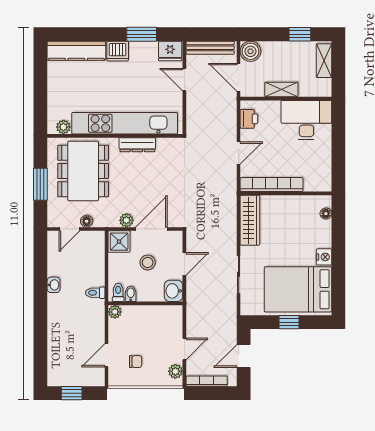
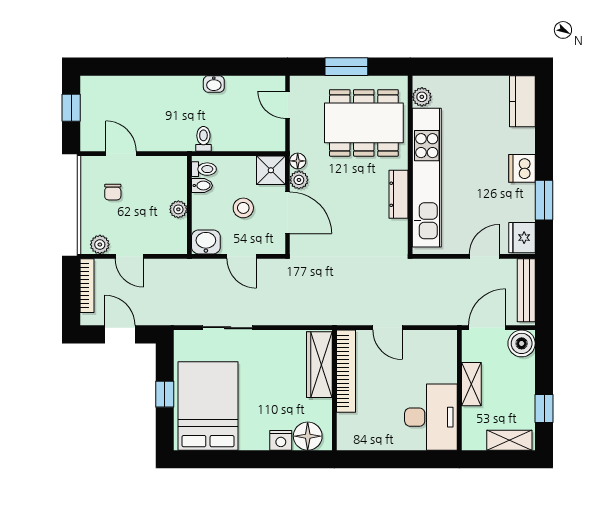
kitchen counter: (76, 51) -> (522, 101), width x0.67
printer: (249, 119) -> (432, 341), removed
floor lamp: (326, 214) -> (308, 436), width x1.89, depth x1.89
wardrobe: (250, 220) -> (319, 365), moved, turned 90
floor lamp: (87, 221) -> (298, 161), moved
nightstand: (324, 257) -> (281, 440), moved
plant: (115, 312) -> (178, 209), moved

